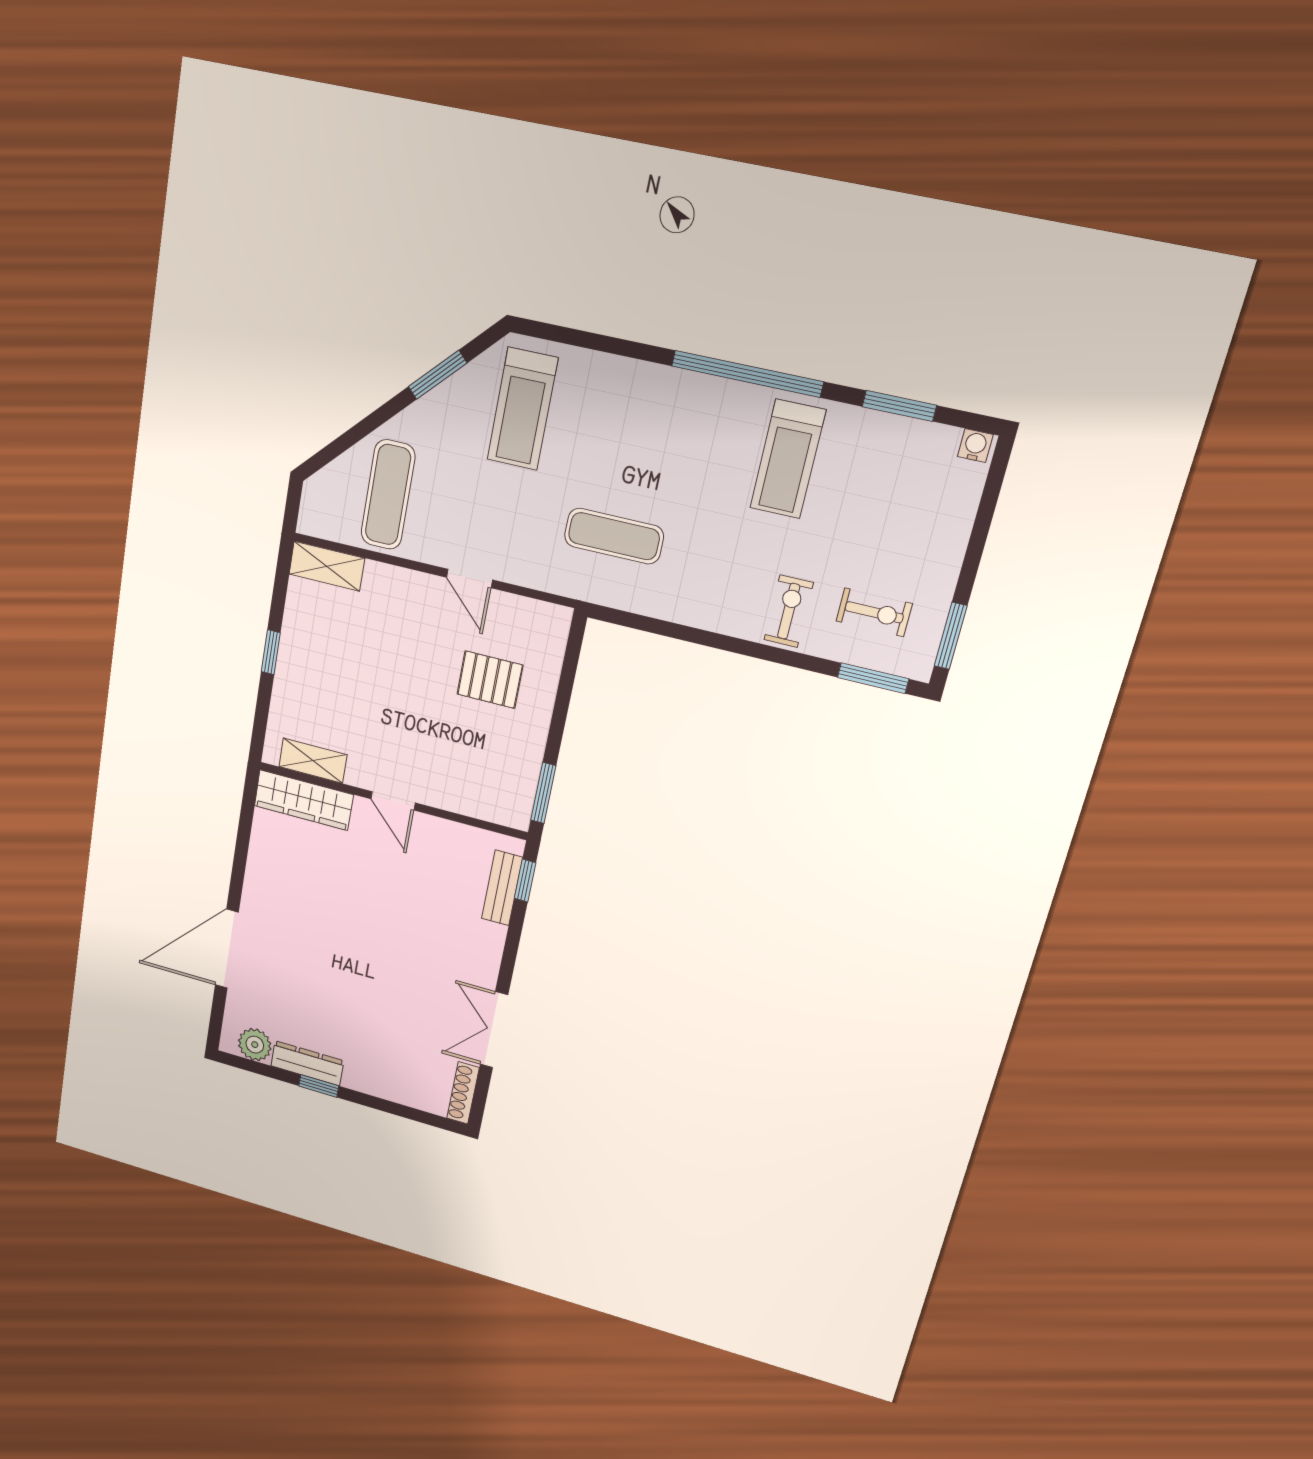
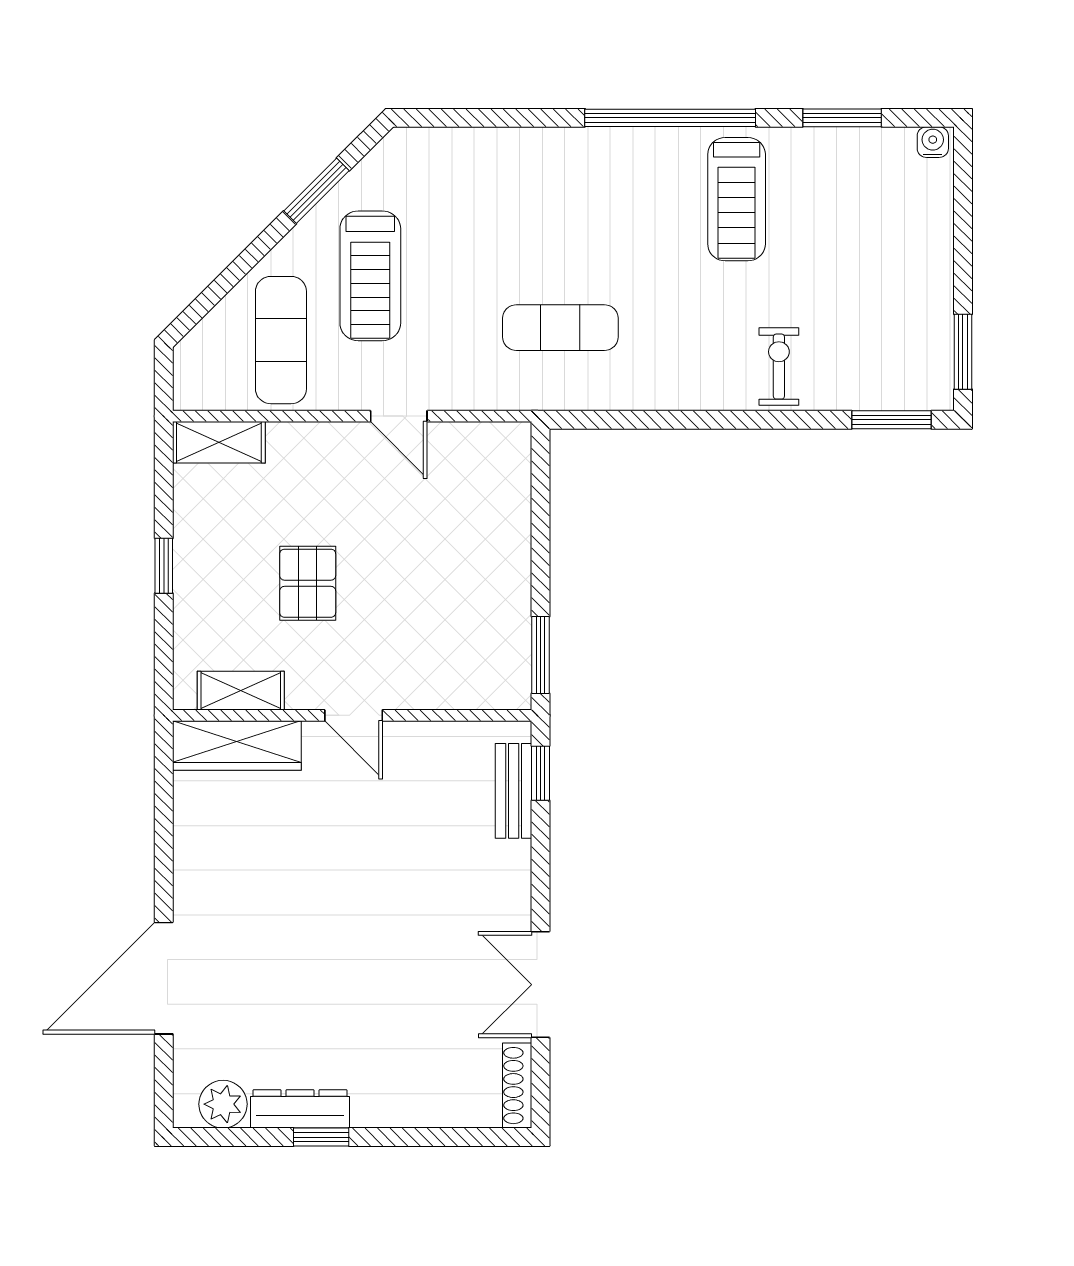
treadmill: (522, 409) -> (370, 276), moved
exercise bike: (874, 612) -> (873, 345), removed
pallet: (490, 680) -> (308, 583), moved, turned 90

